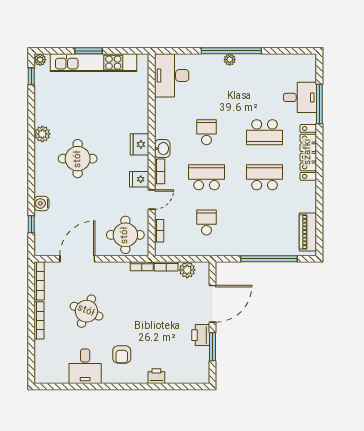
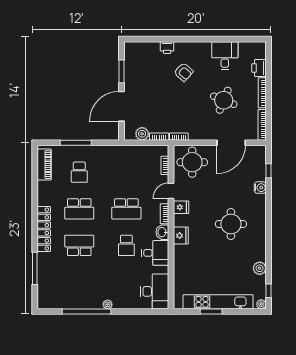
window: (89, 51) -> (211, 311), moved
window: (231, 51) -> (87, 311), moved
desk: (300, 97) -> (155, 253), moved, turned 180
plant: (42, 134) -> (260, 268), moved
school desk: (206, 222) -> (79, 172), moved
window: (269, 259) -> (76, 143), width x0.68
printer: (201, 335) -> (259, 68), moved, turned 180
armchair: (122, 354) -> (184, 72), moved, turned 131

